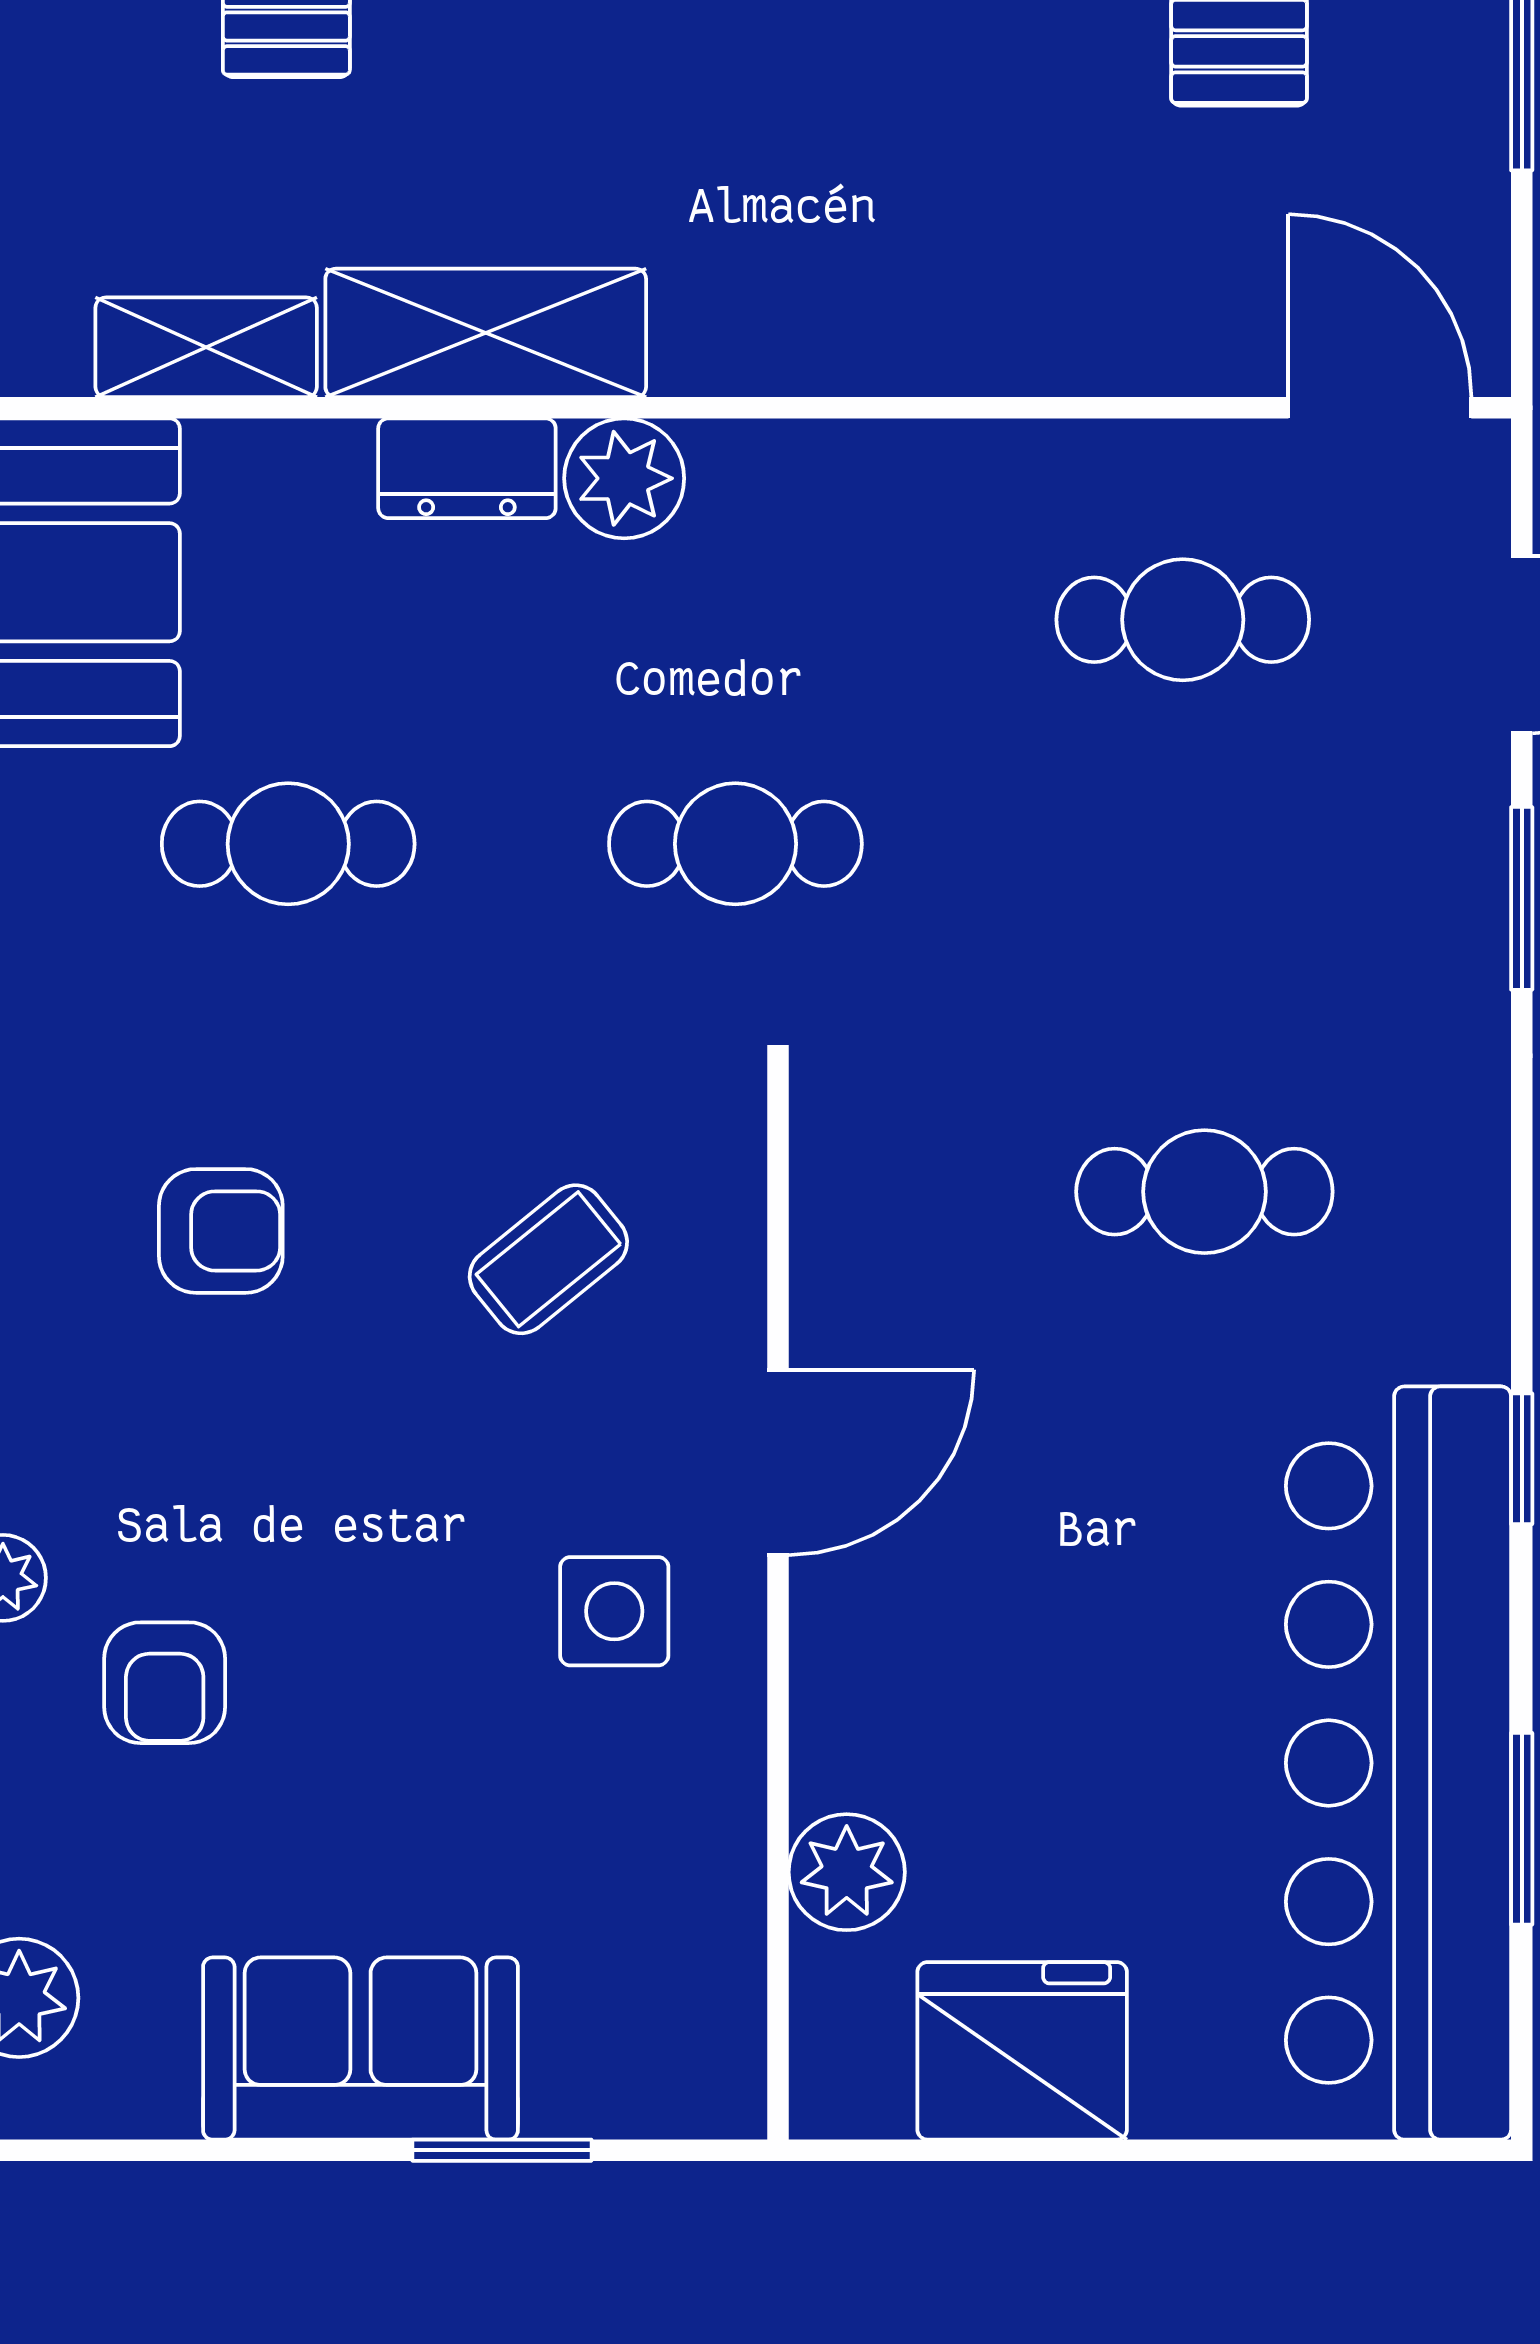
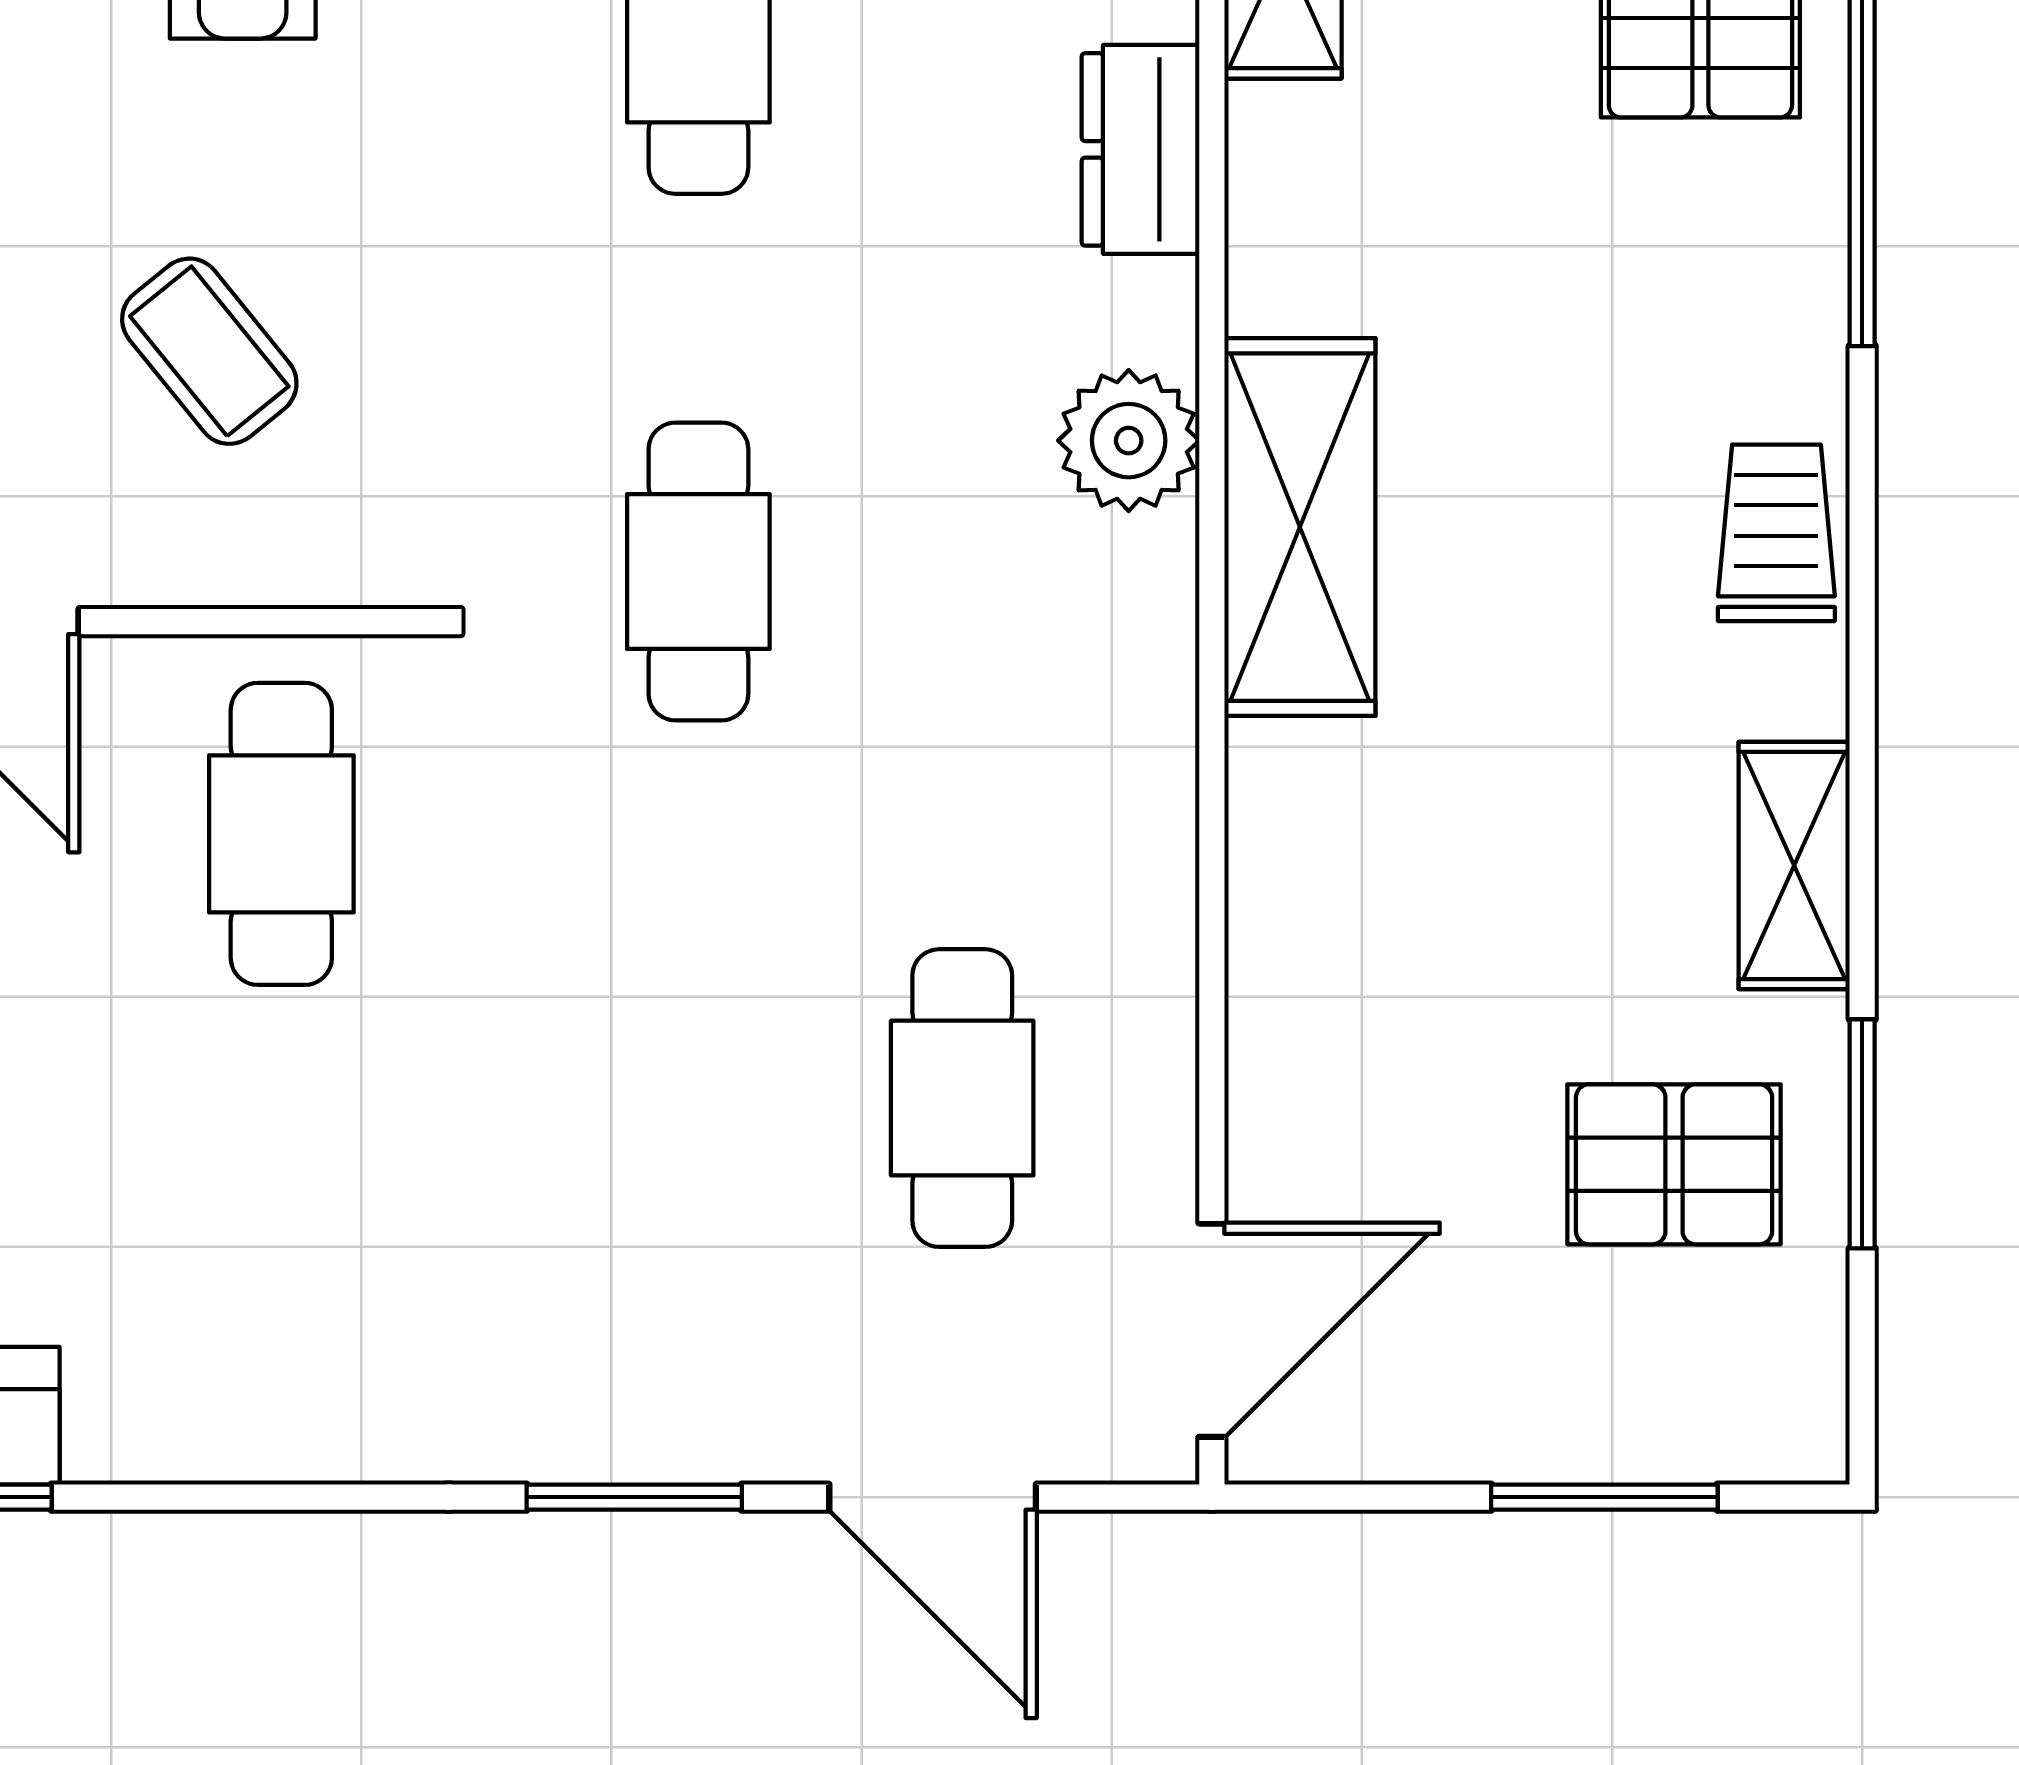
shelving: (486, 333) -> (1300, 527), moved
dresser: (467, 468) -> (1141, 149), moved
cafe table: (1204, 1192) -> (281, 834), moved

